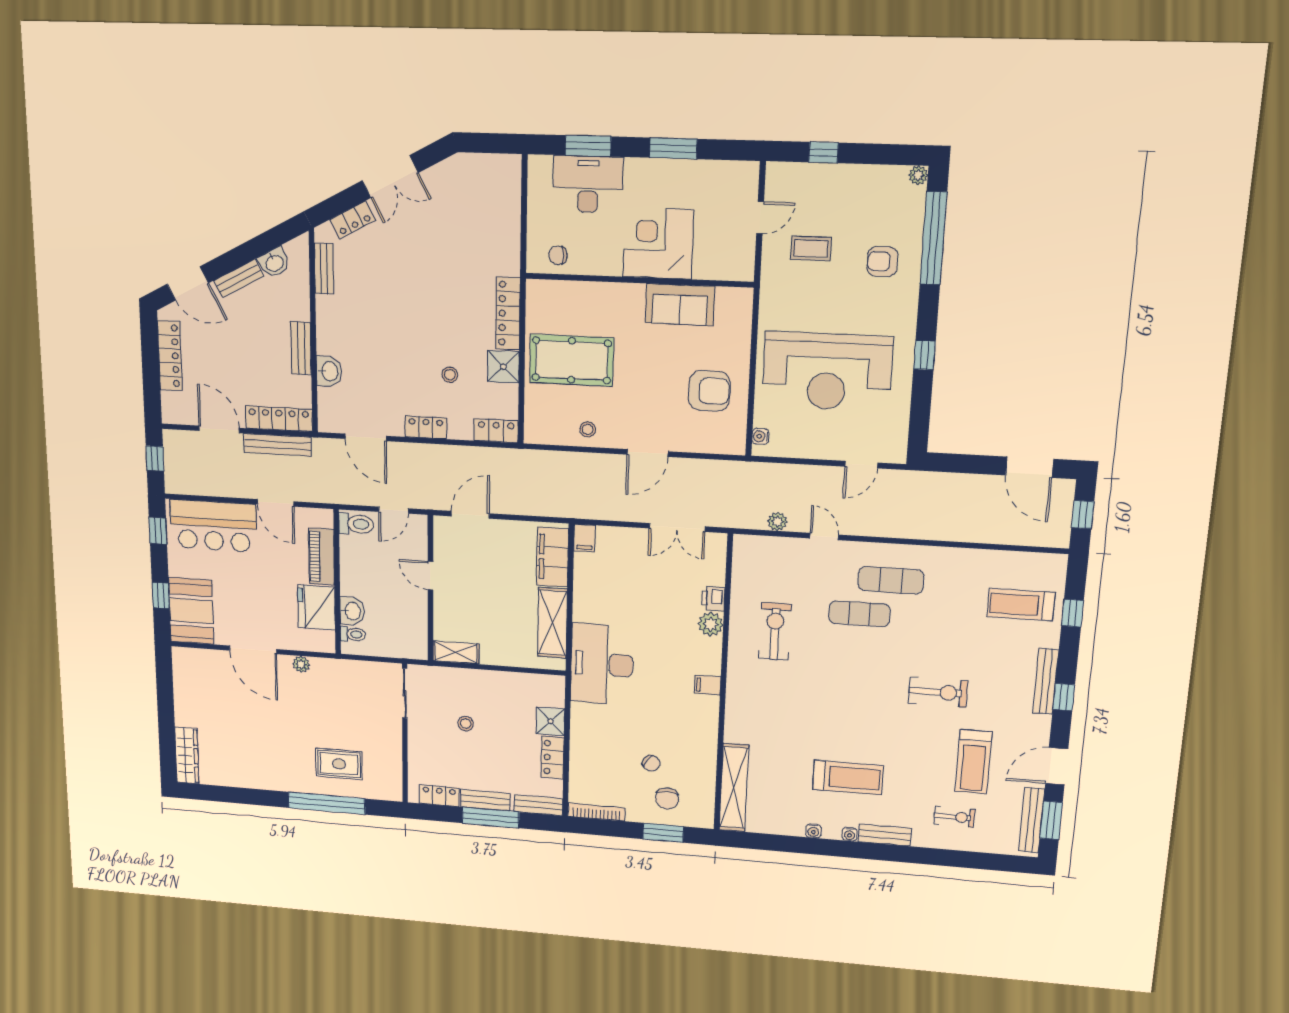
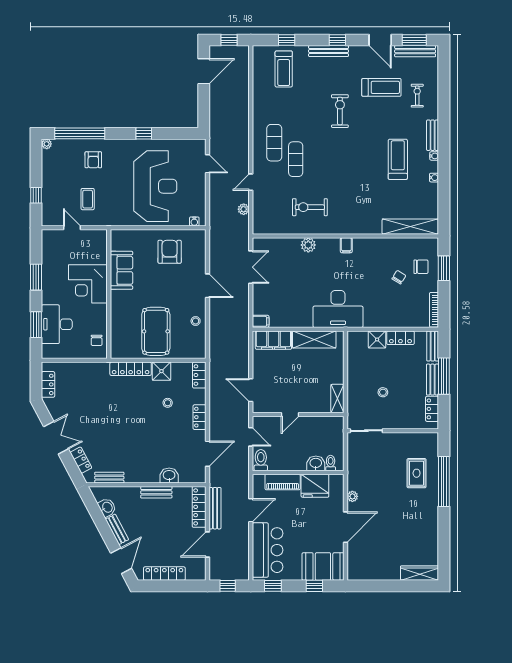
locker: (482, 165) -> (48, 384), added
printer: (713, 599) -> (292, 244), removed

